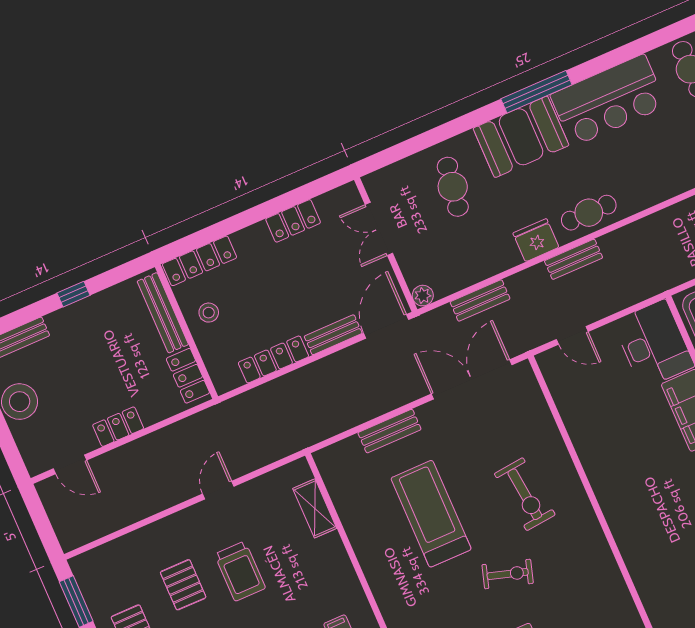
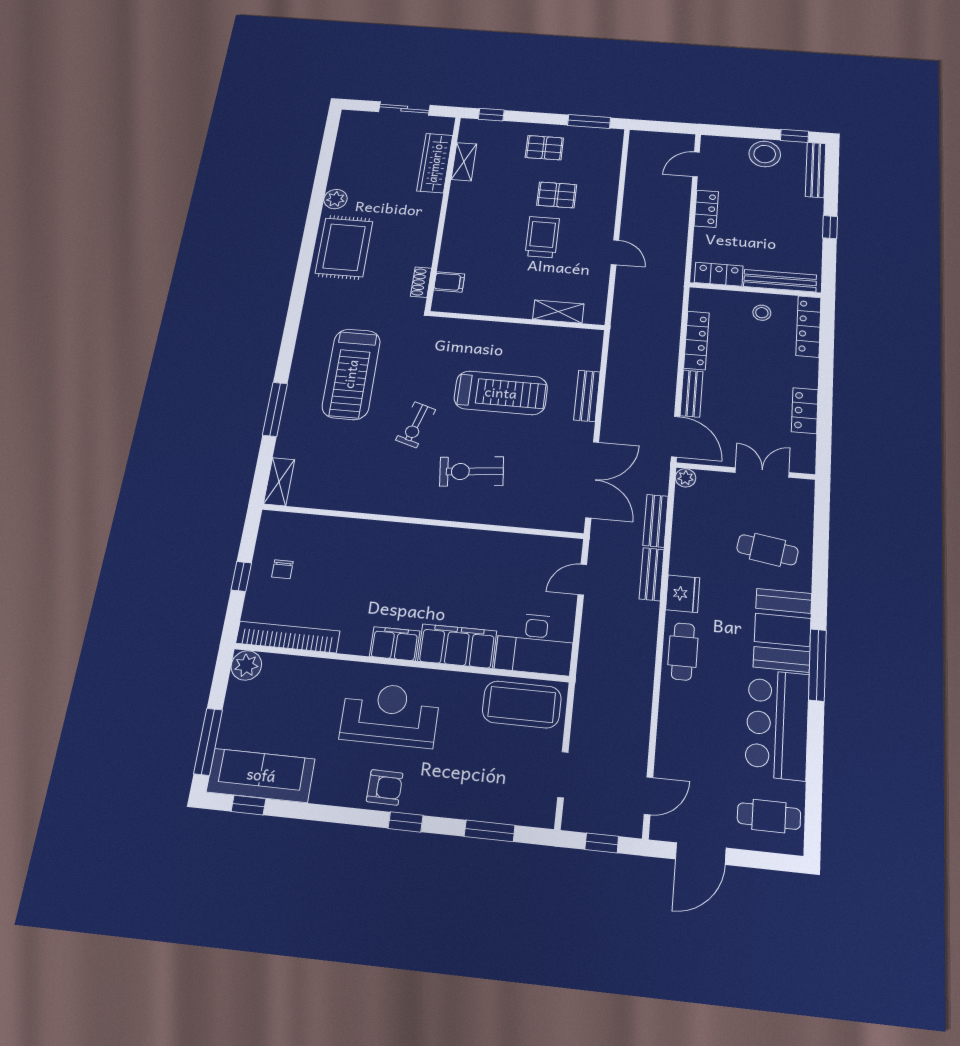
bench: (574, 259) -> (652, 574), moved
trolley: (240, 571) -> (542, 237), turned 90

